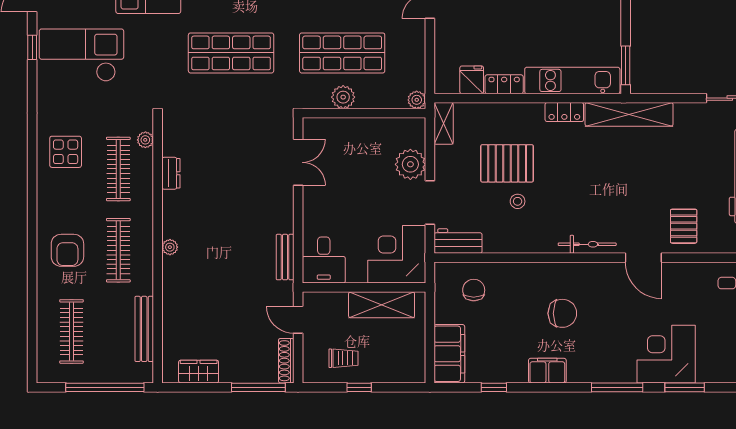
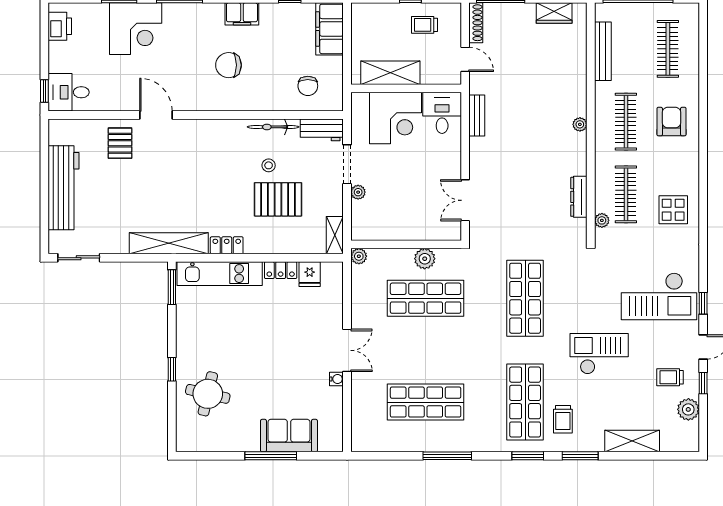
shop shelf: (231, 53) -> (525, 298), turned 90
plant: (410, 164) -> (358, 192), width x0.53, depth x0.53
dresser: (171, 173) -> (579, 197), width x1.44
bicycle: (587, 244) -> (273, 127), moved
corner desk: (397, 254) -> (395, 118), moved

